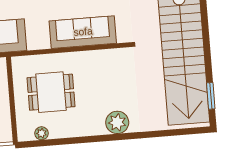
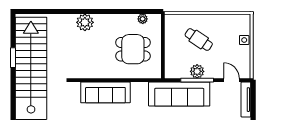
window: (211, 96) -> (13, 58), moved

